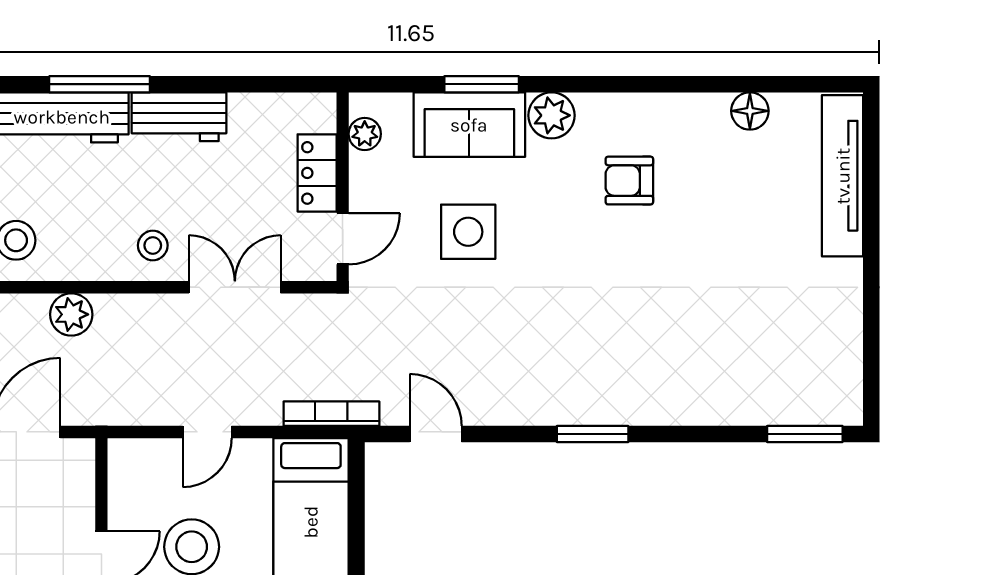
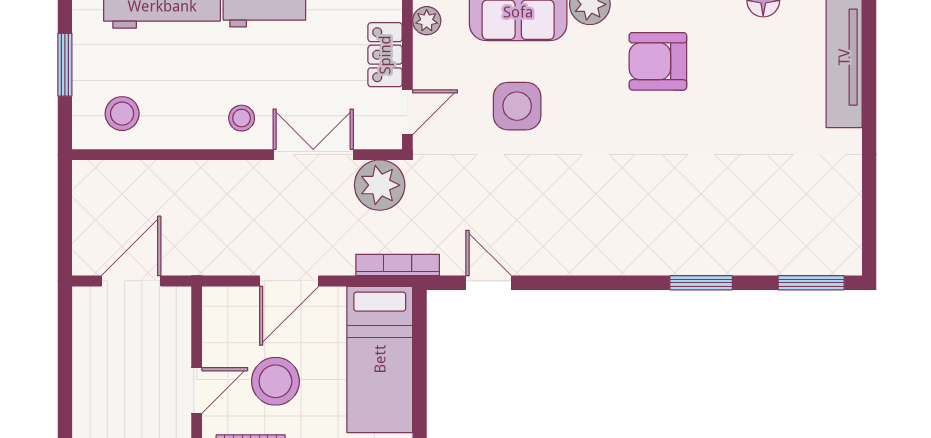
armchair: (629, 181) -> (658, 61), width x1.38, depth x1.38
plant: (71, 314) -> (380, 185), moved, width x1.36, depth x1.36
door: (207, 432) -> (289, 281), width x1.38
window: (593, 434) -> (701, 283), moved

